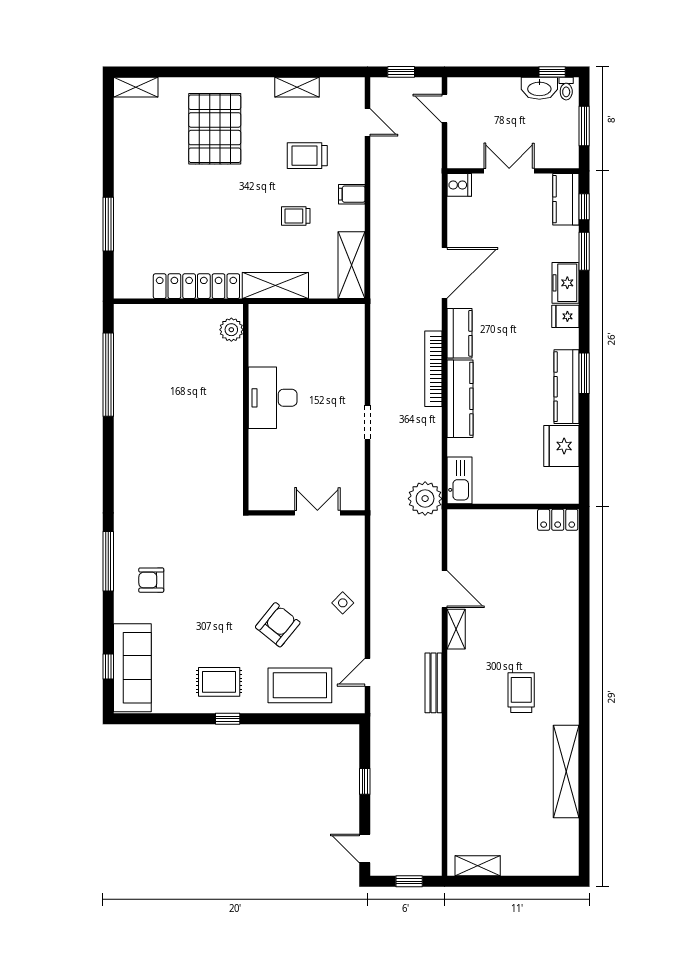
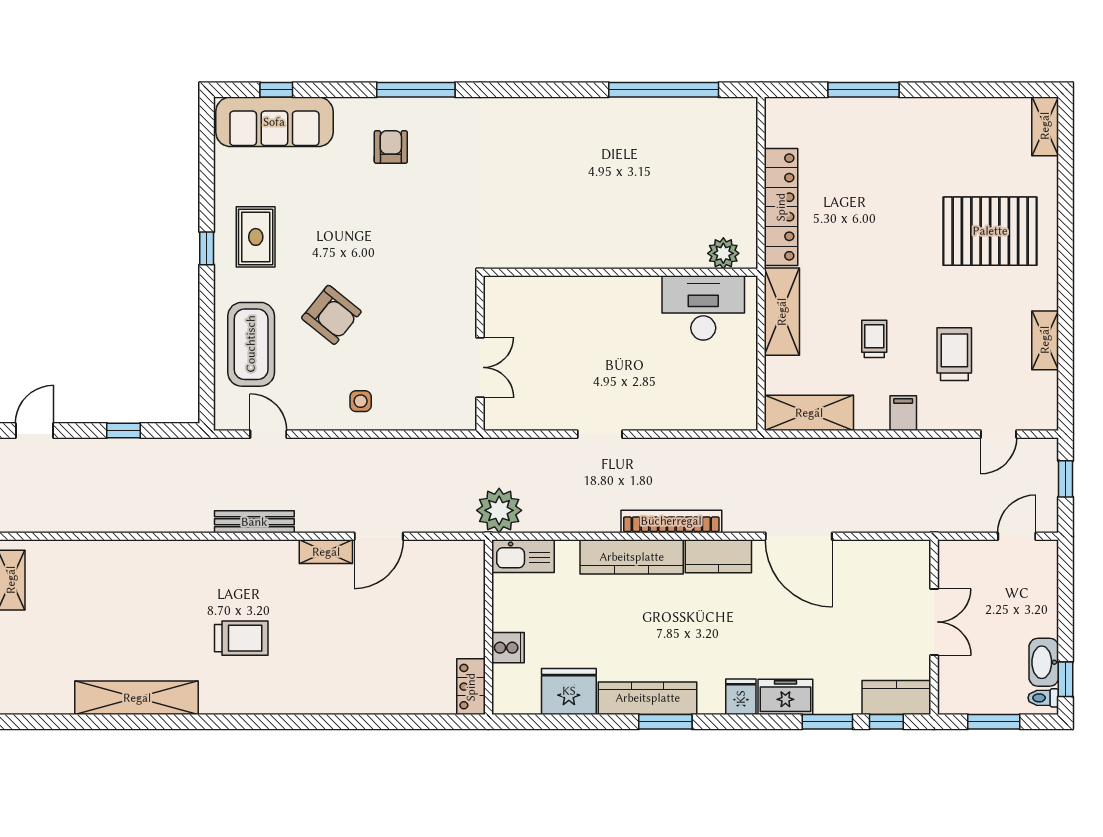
cooker: (459, 185) -> (508, 648), moved, turned -90
desk: (273, 398) -> (703, 308), moved
side table: (343, 603) -> (361, 401), turned 45

